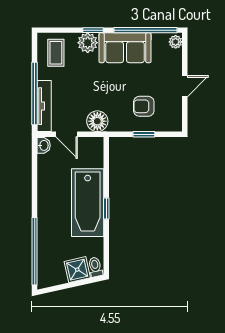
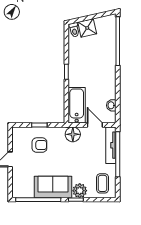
plant: (176, 42) -> (17, 191), removed
washbasin: (44, 145) -> (111, 105), moved
bathtub: (88, 203) -> (77, 105), moved, width x0.73, depth x0.73

